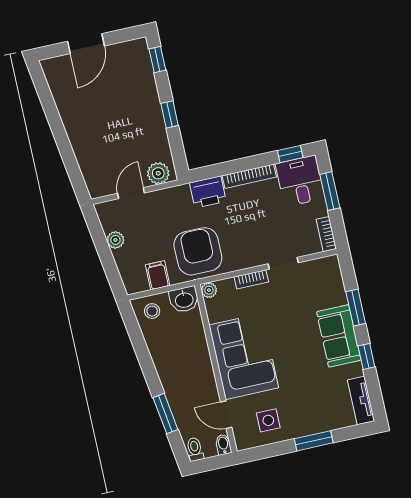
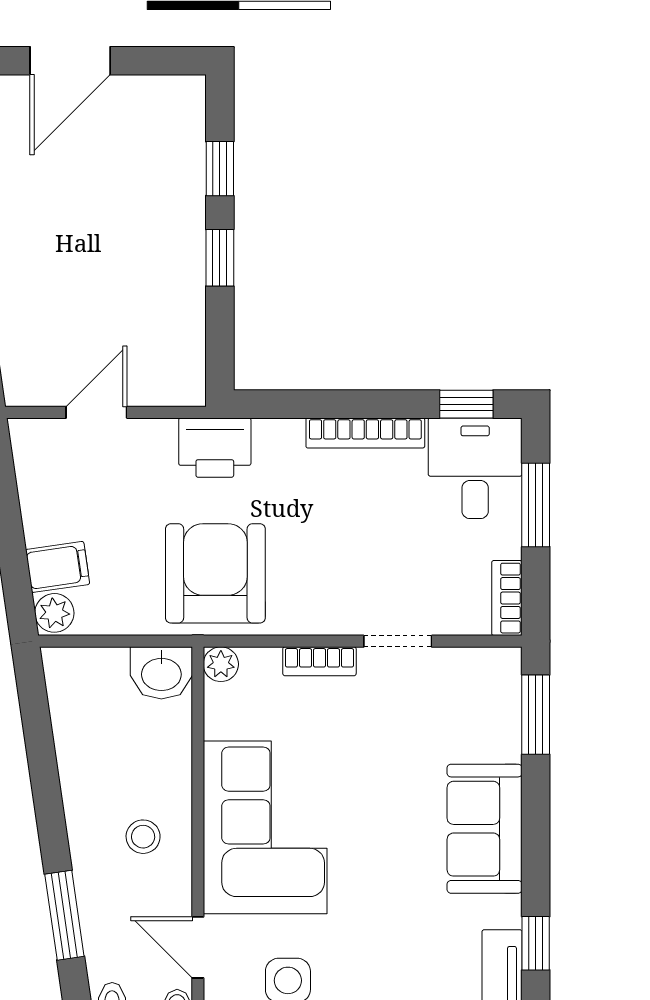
window: (157, 60) -> (220, 169), moved
plant: (158, 173) -> (166, 382), removed
printer: (208, 192) -> (215, 448), moved
plant: (115, 240) -> (54, 613), moved
filing cabinet: (158, 275) -> (58, 567), moved, turned 82
window: (356, 308) -> (536, 715), moved
stool: (152, 311) -> (143, 837), moved
window: (366, 356) -> (536, 943), moved

